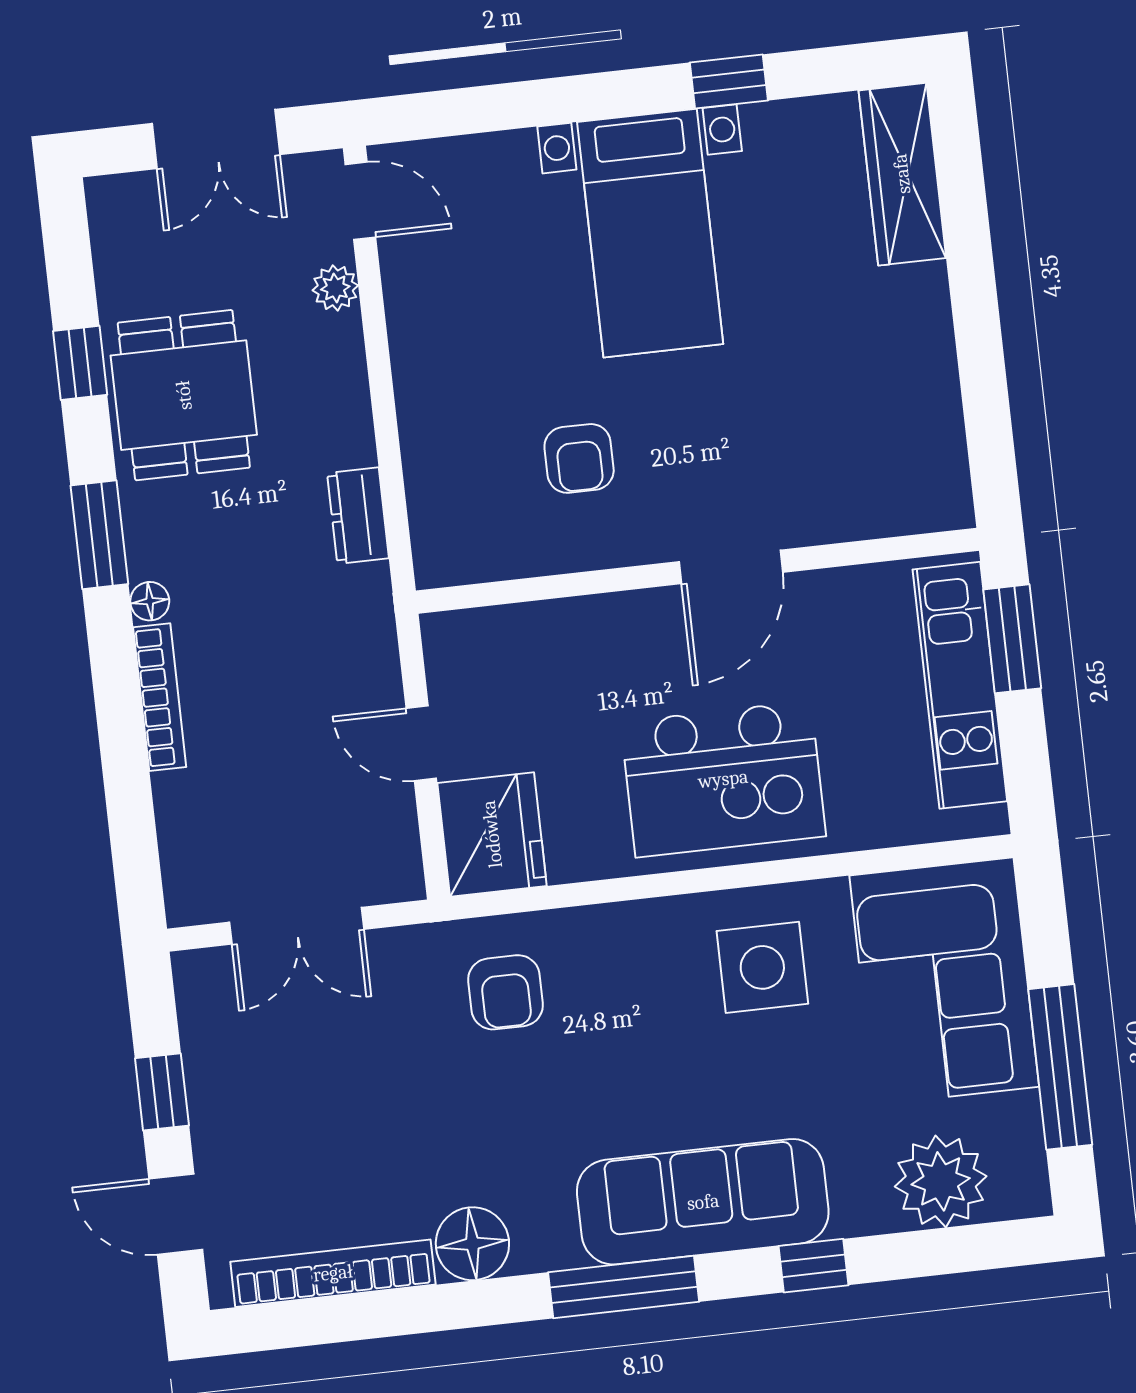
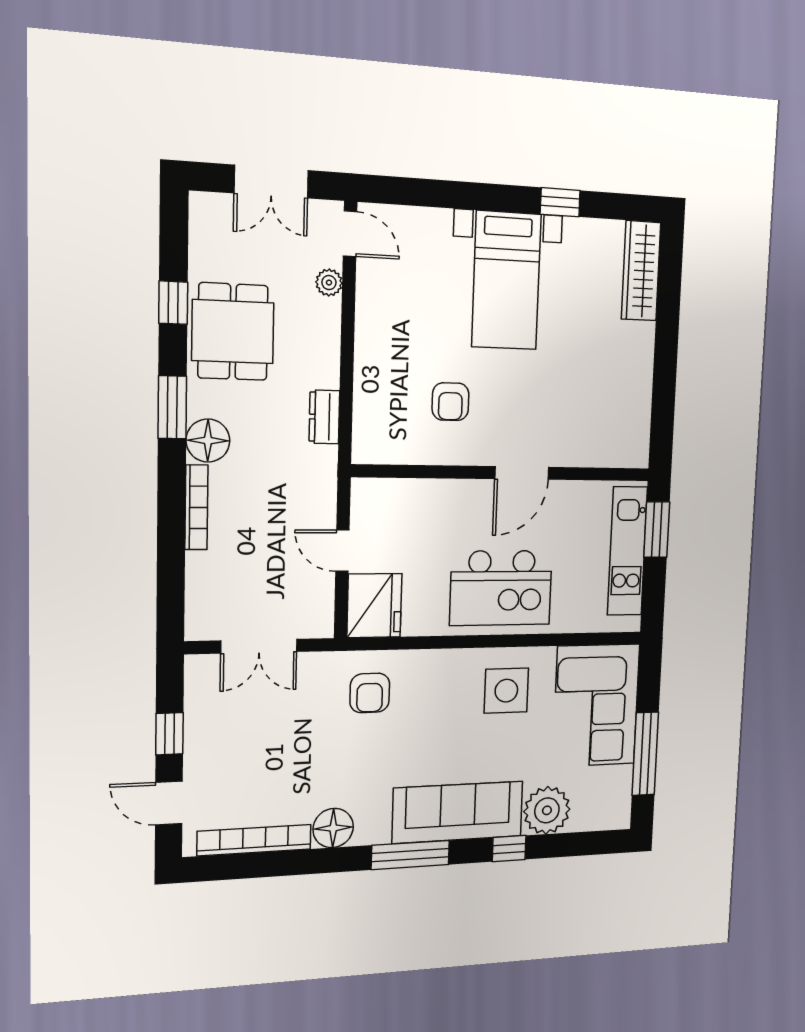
floor lamp: (150, 601) -> (208, 441), width x1.89, depth x1.89
plant: (941, 1181) -> (547, 810), moved

